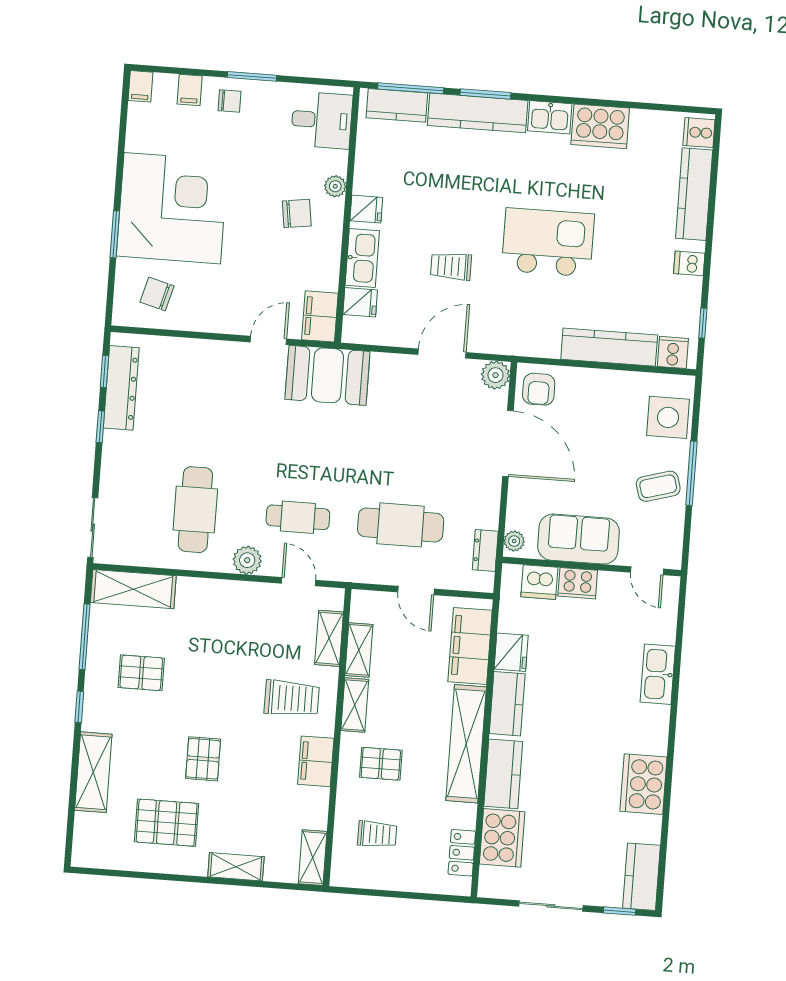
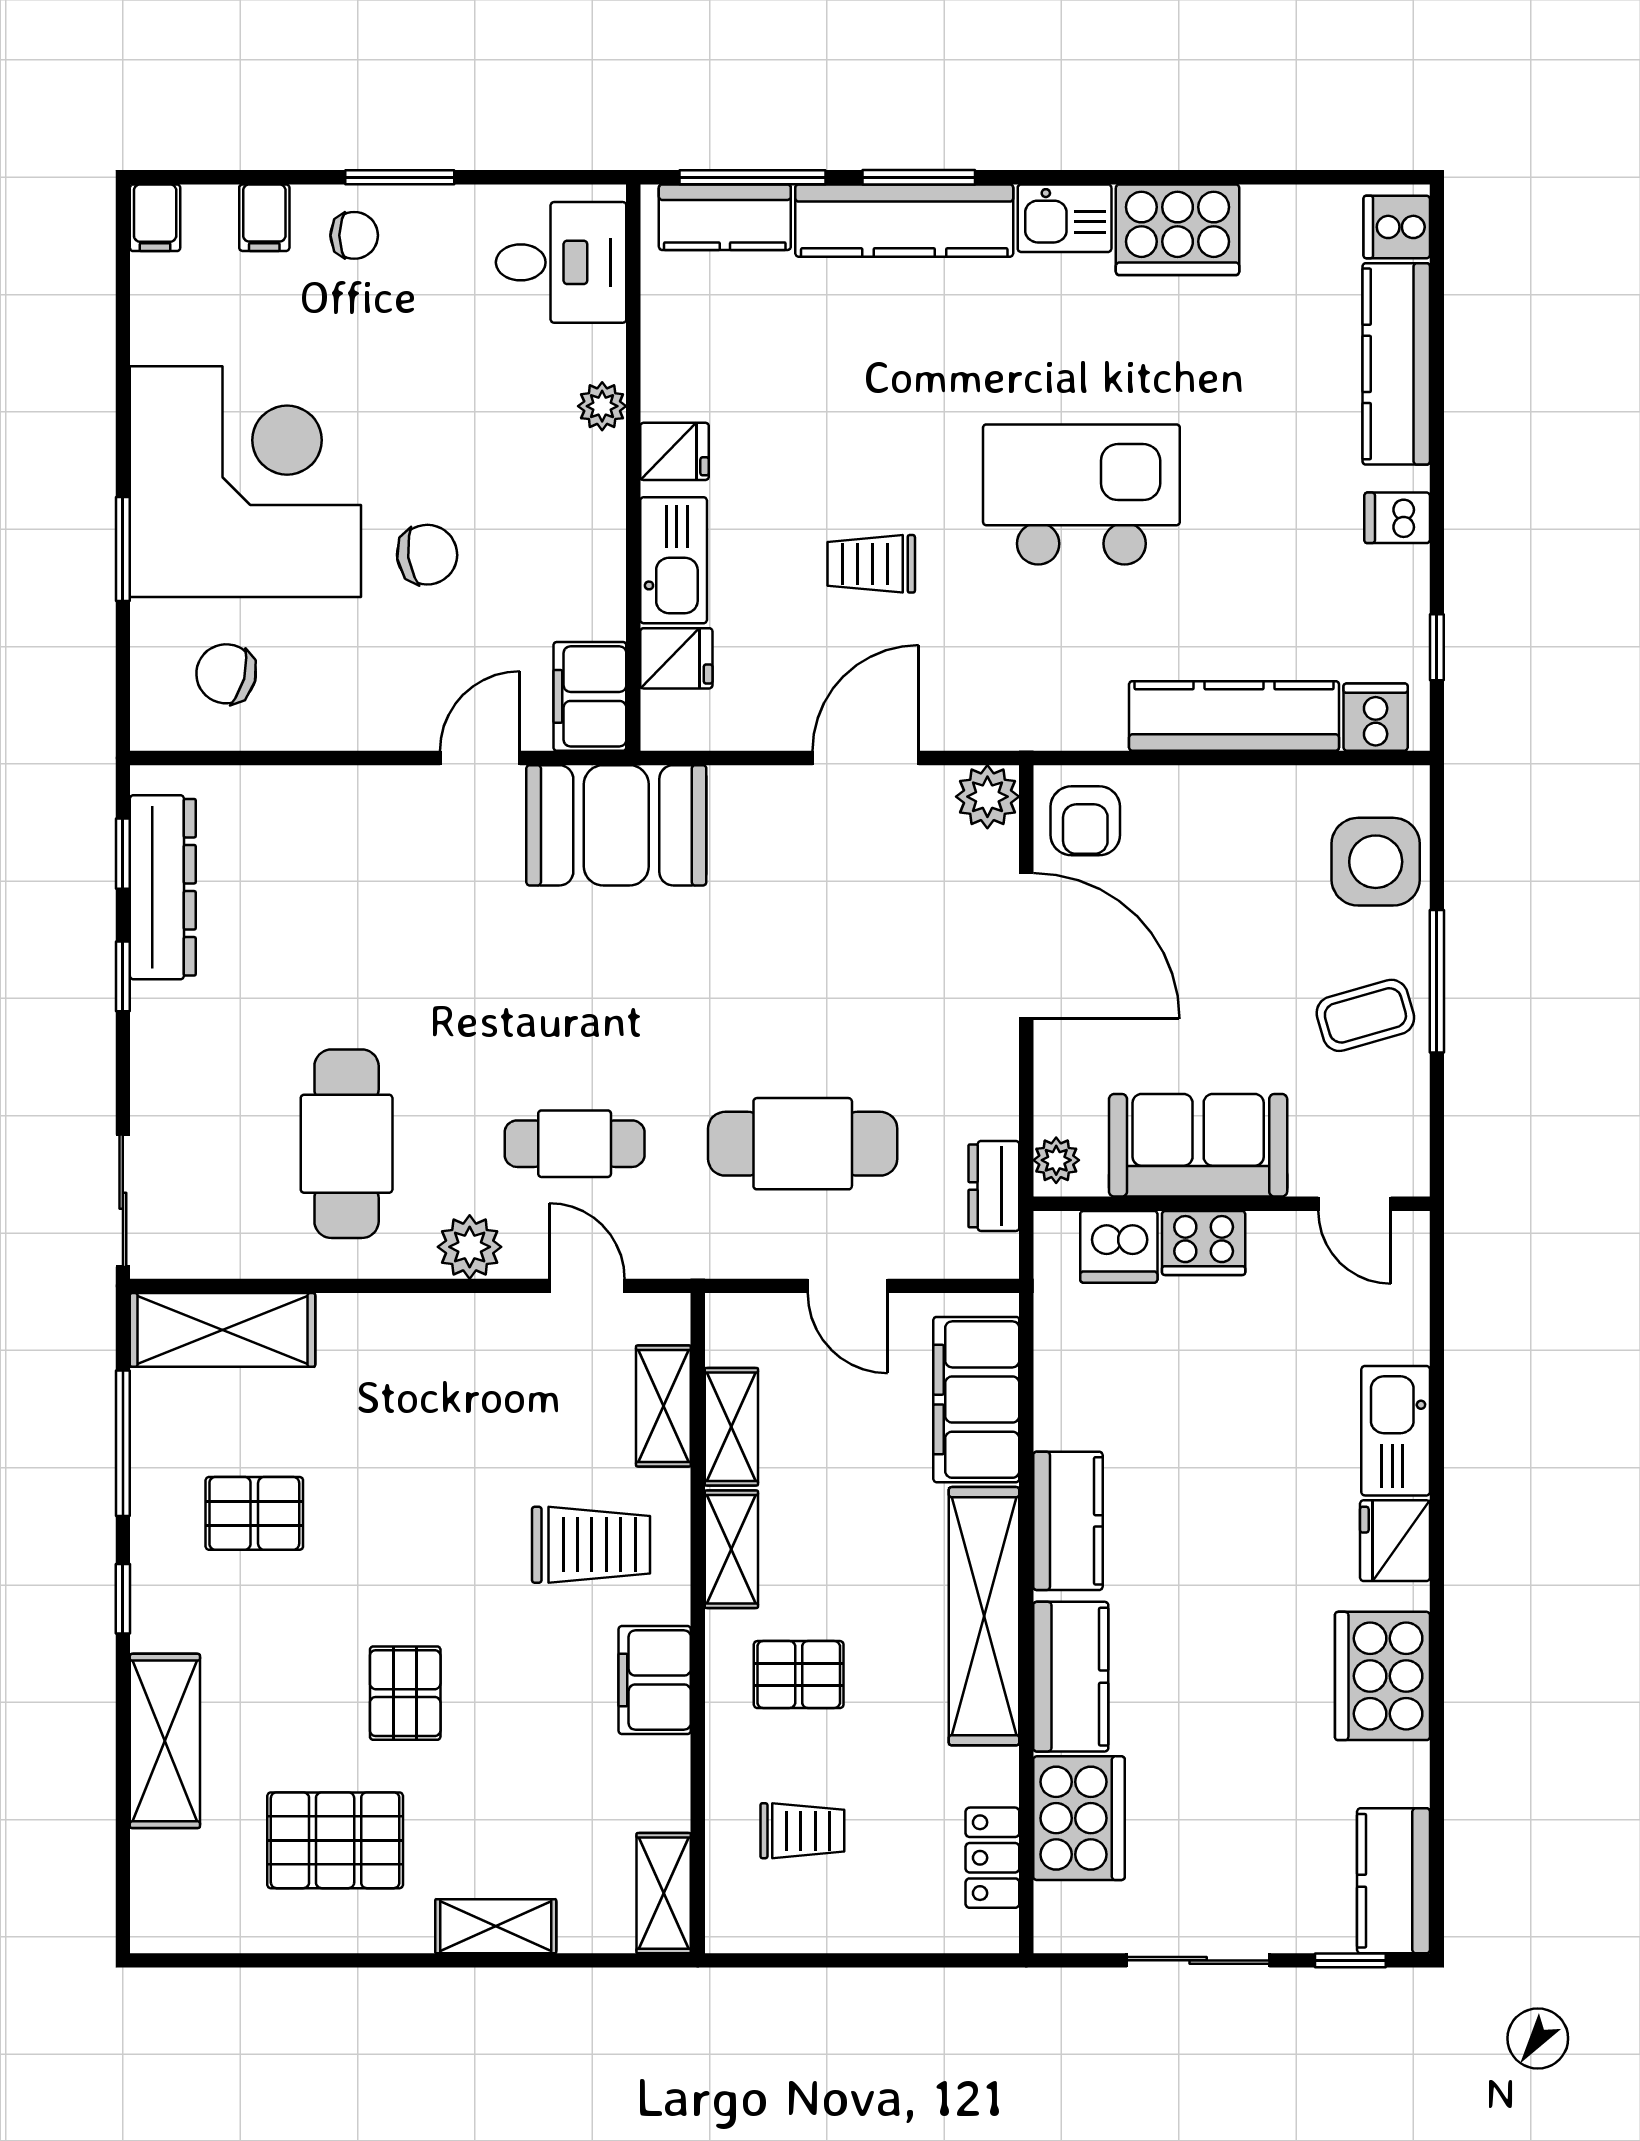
chair: (297, 214) -> (427, 555), moved
fridge: (511, 652) -> (1395, 1541), moved, turned 180

